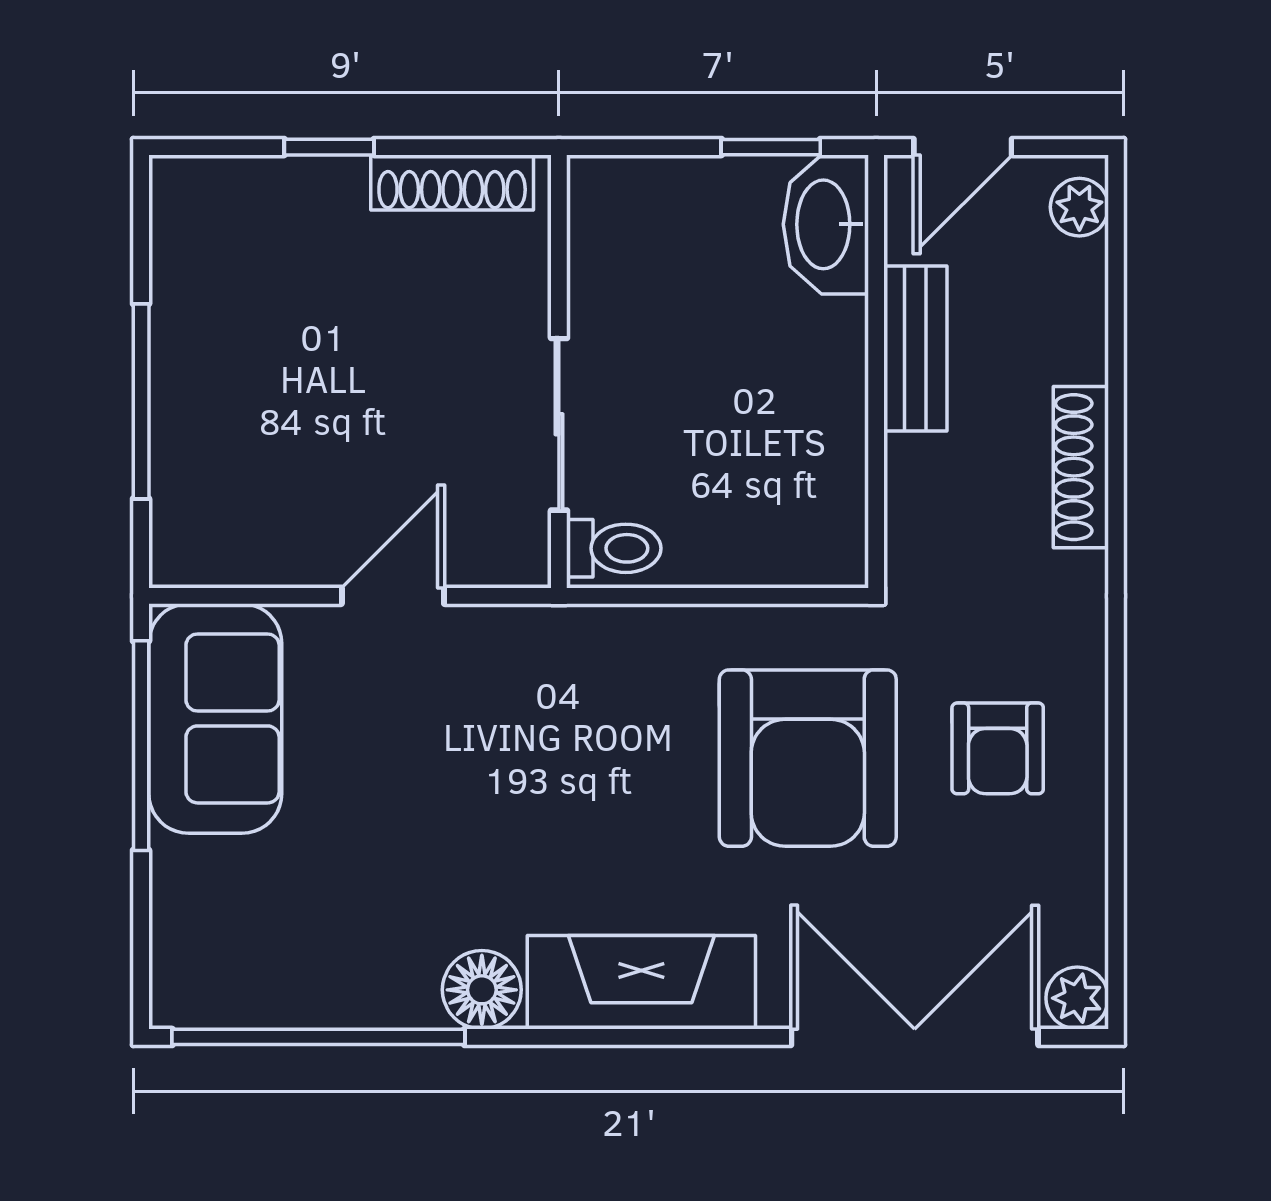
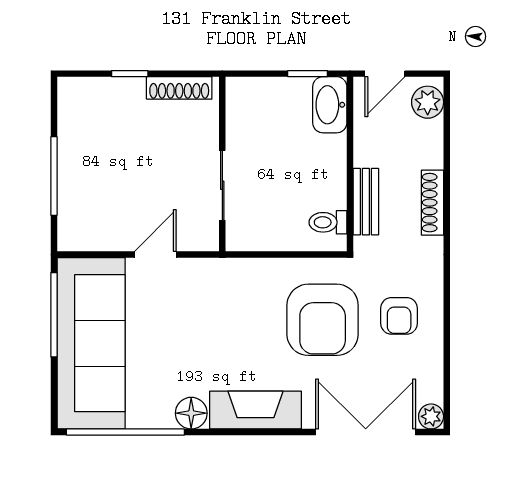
plant: (1079, 207) -> (428, 102), width x1.38, depth x1.38
bench: (915, 348) -> (366, 202), moved
toilet: (614, 548) -> (328, 222), moved, turned 180
sofa: (215, 718) -> (91, 343), width x1.85, depth x1.27

